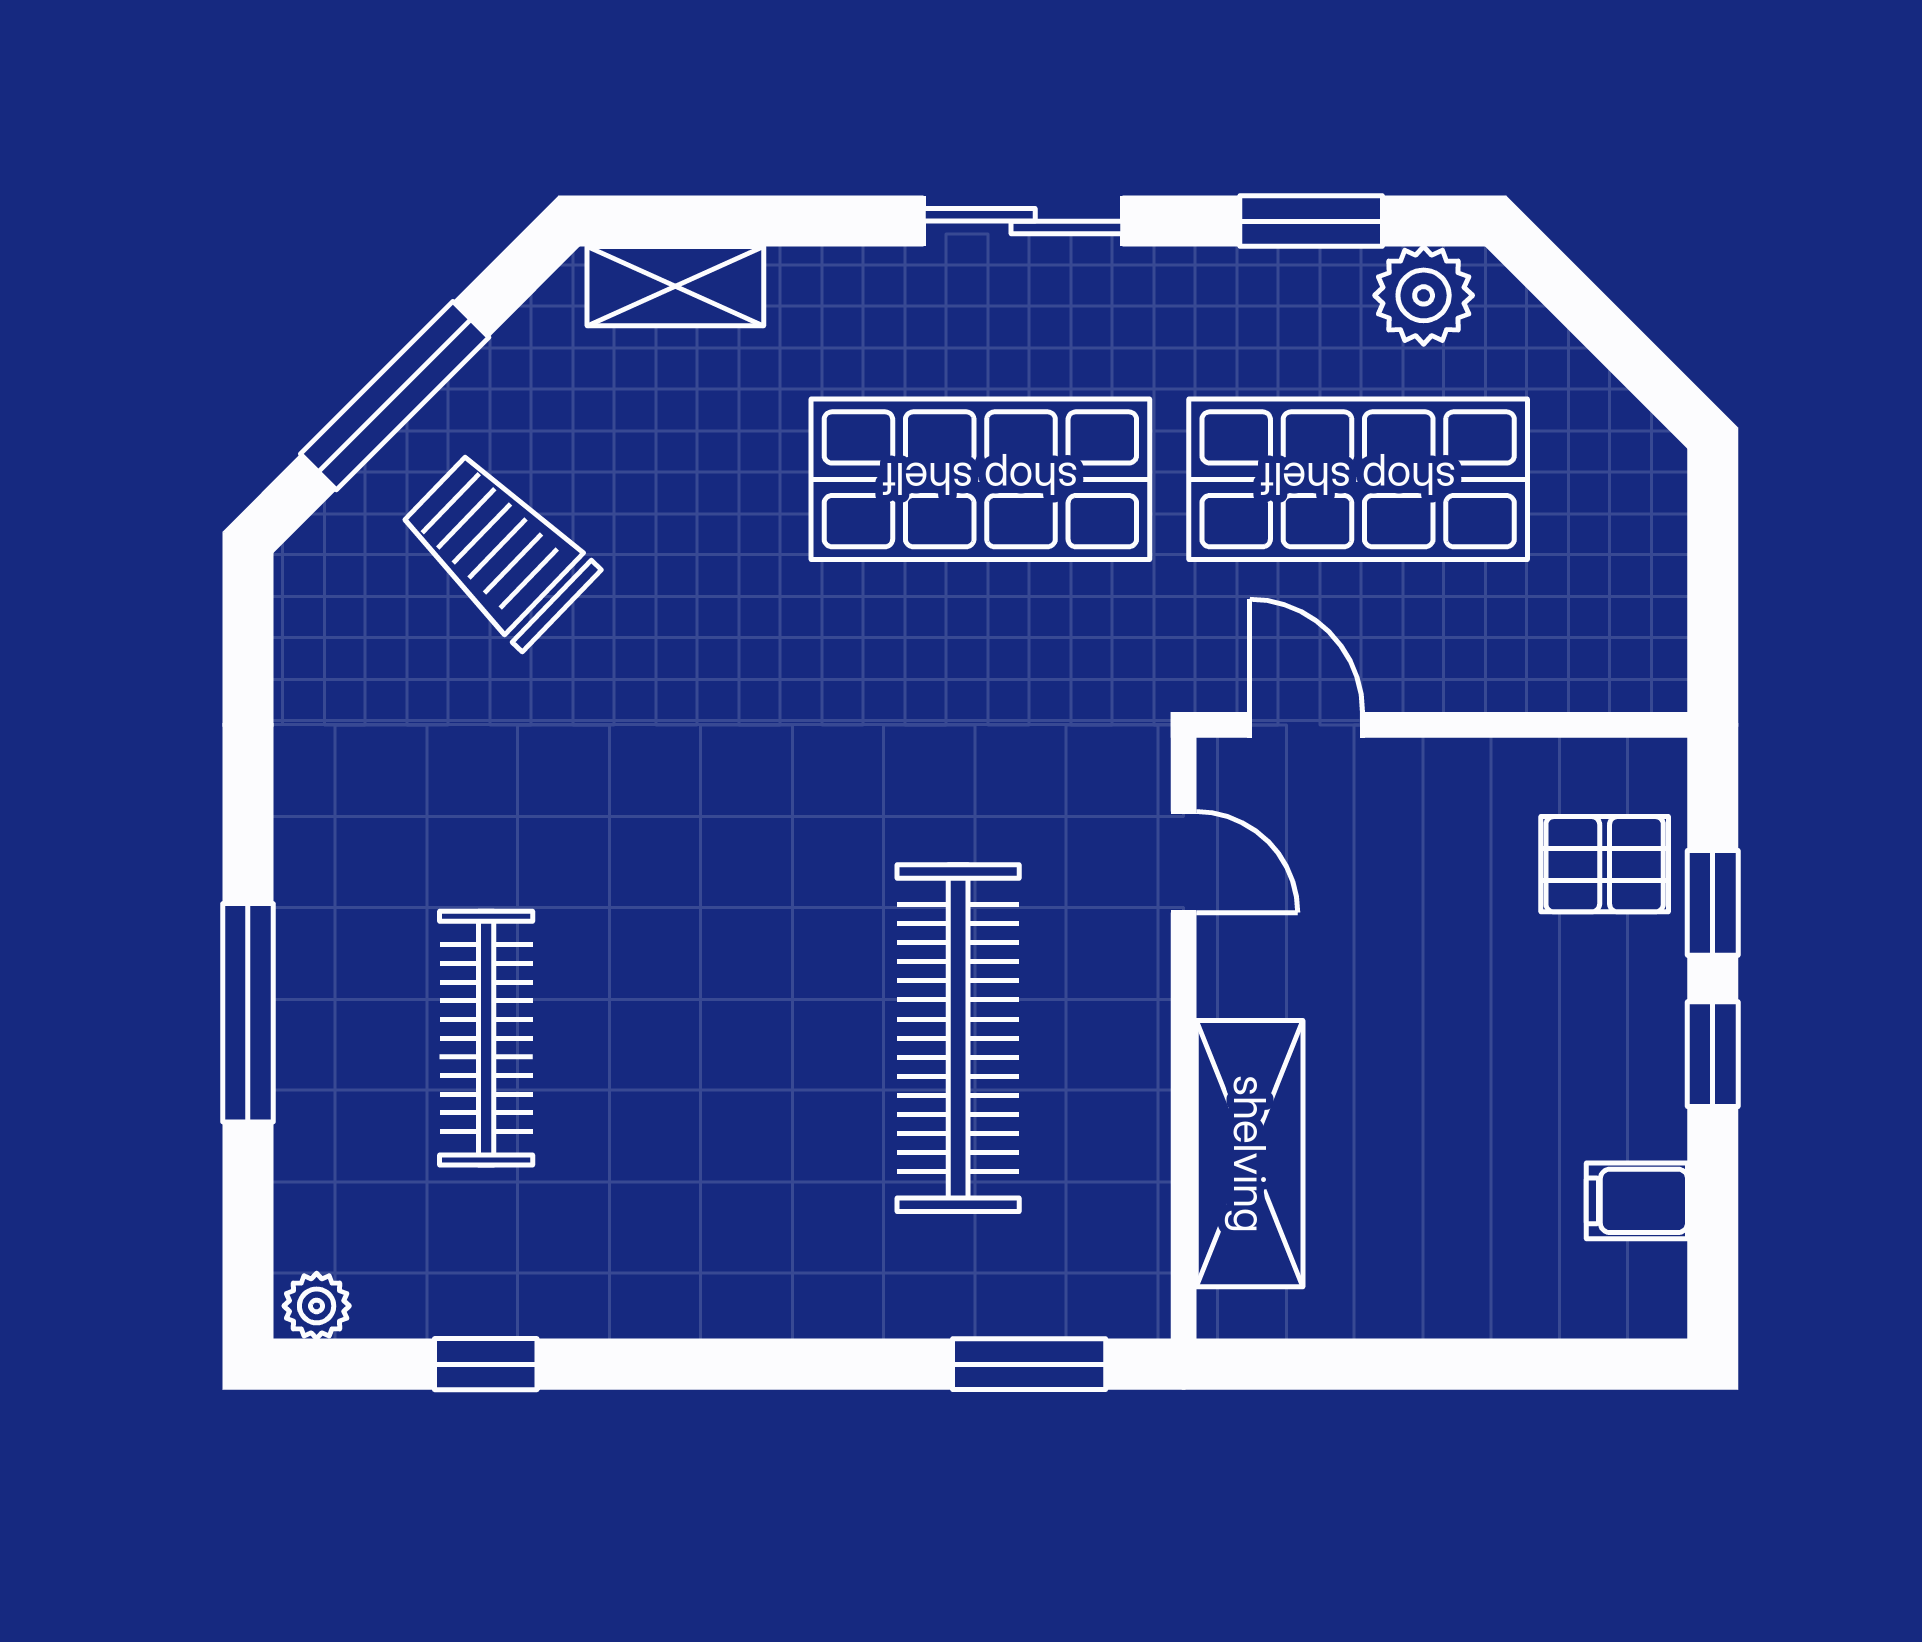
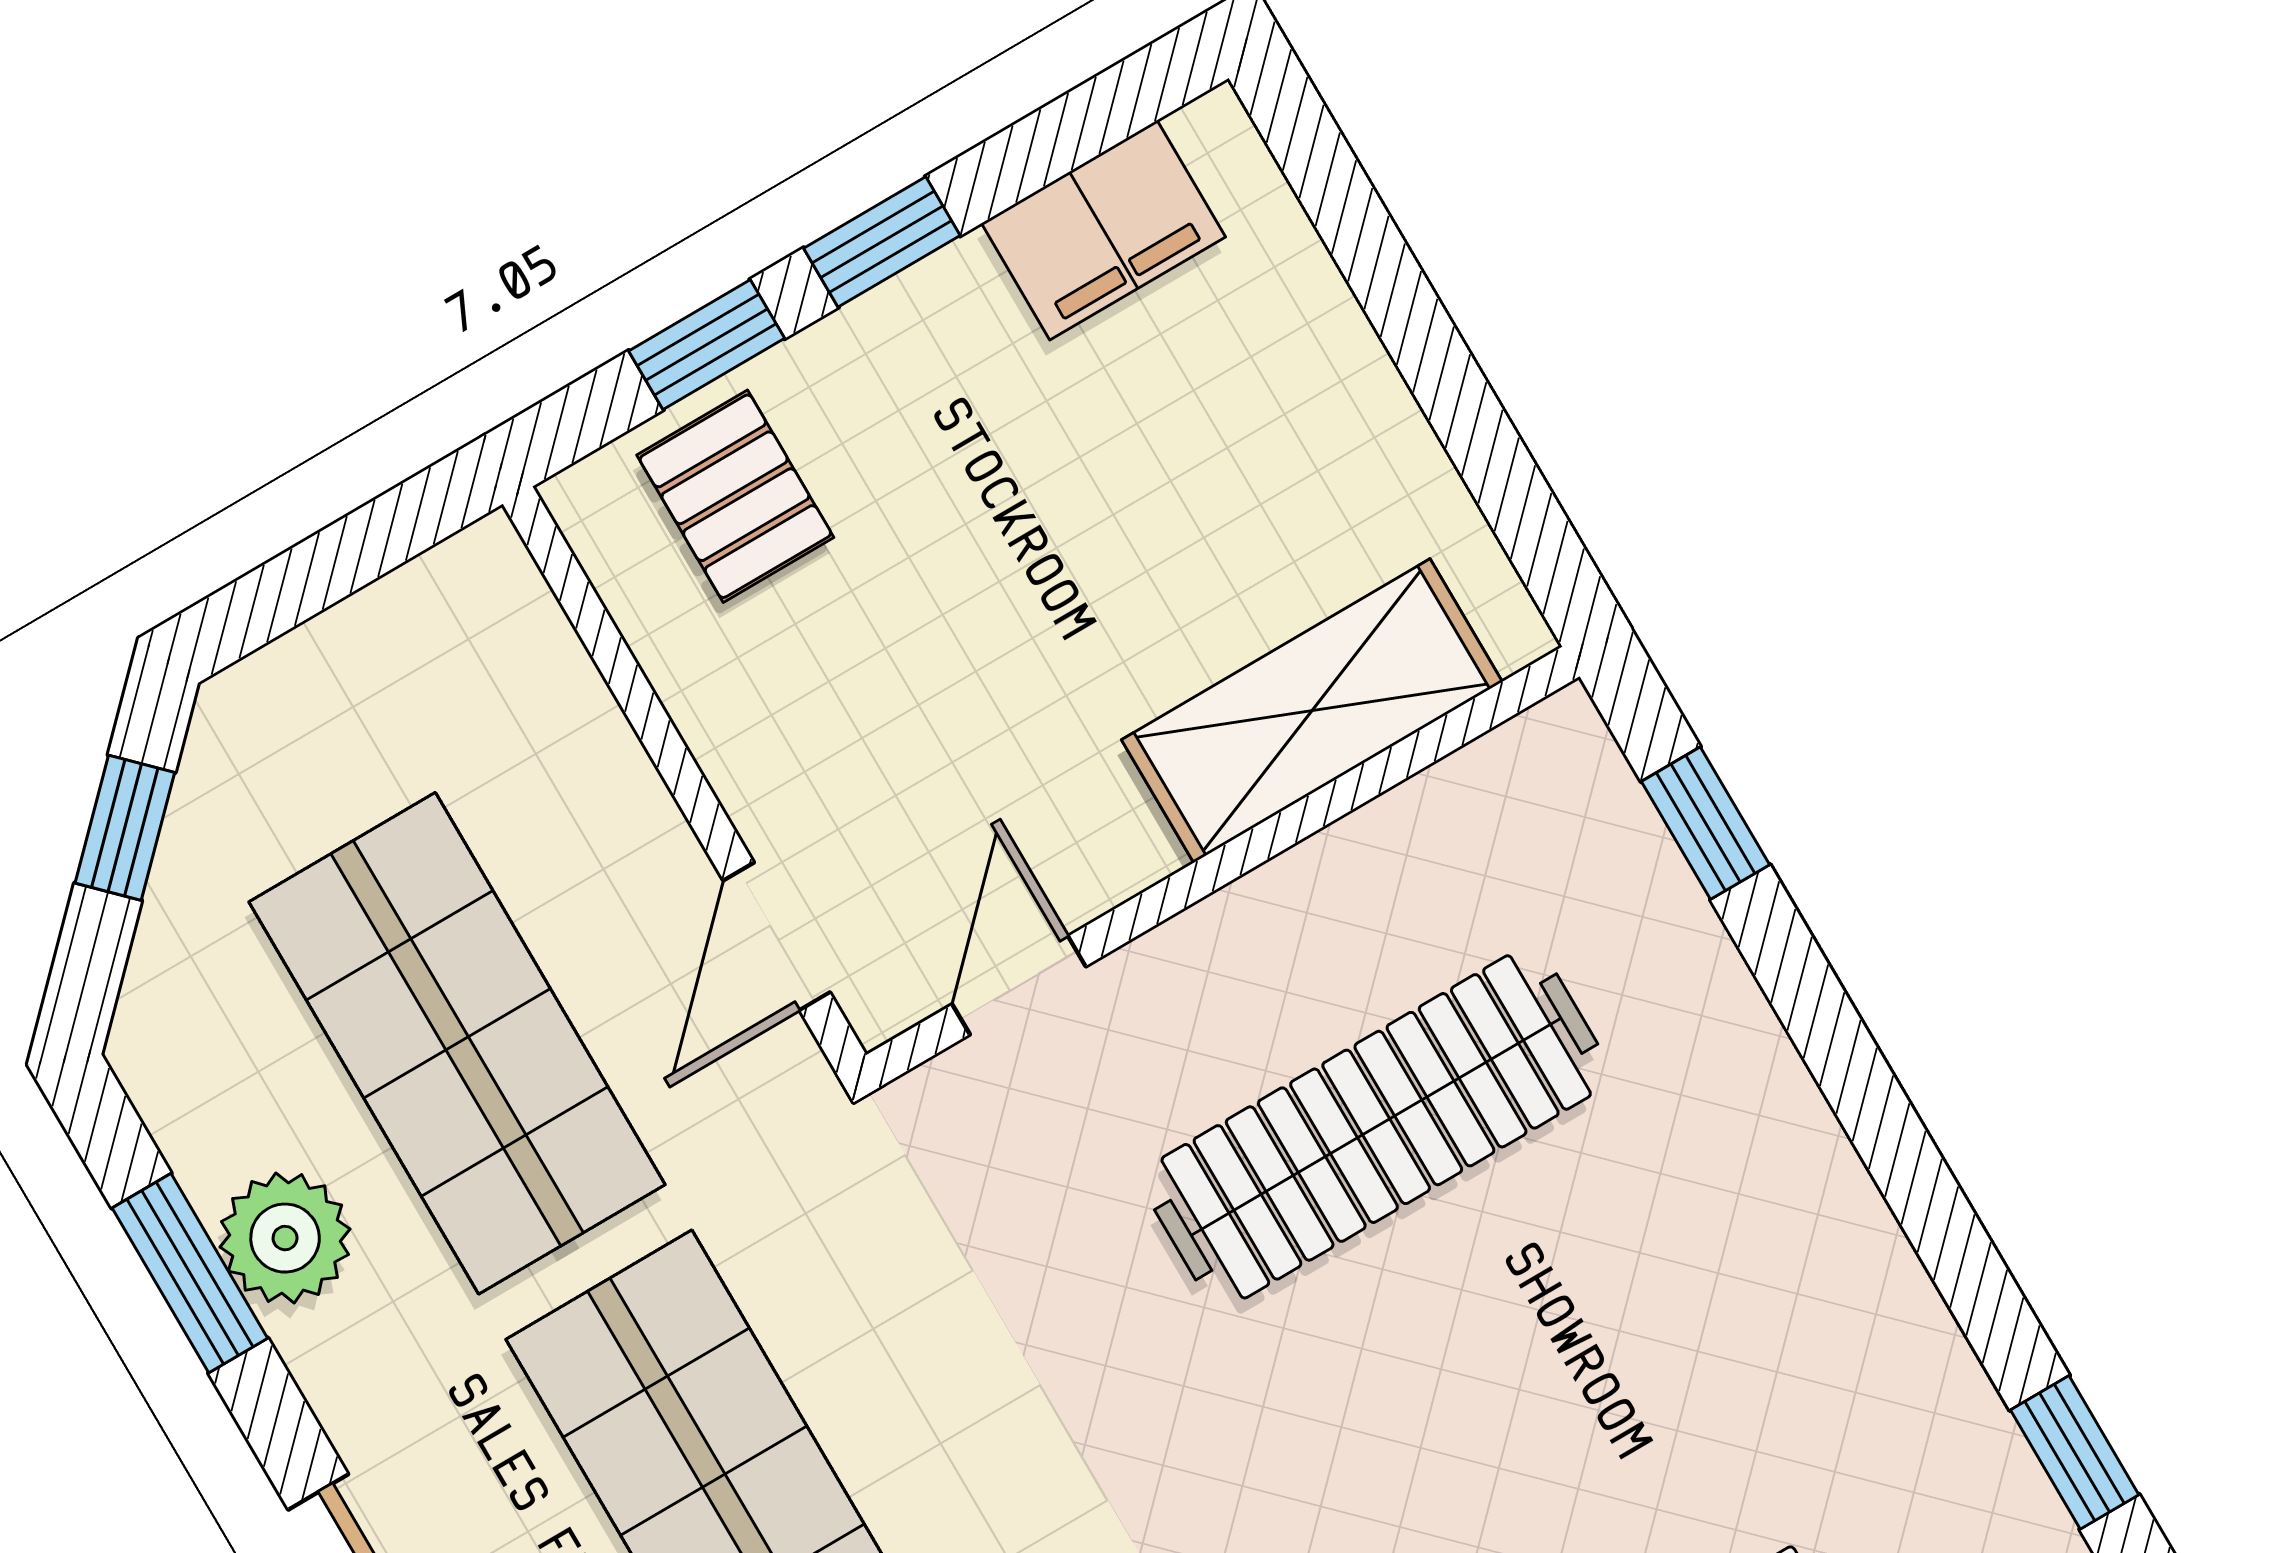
plant: (1424, 295) -> (285, 1238), moved
window: (1622, 347) -> (125, 828), added
filing cabinet: (1637, 1201) -> (1103, 230), width x2.00
window: (1029, 1364) -> (1705, 823), width x0.67

